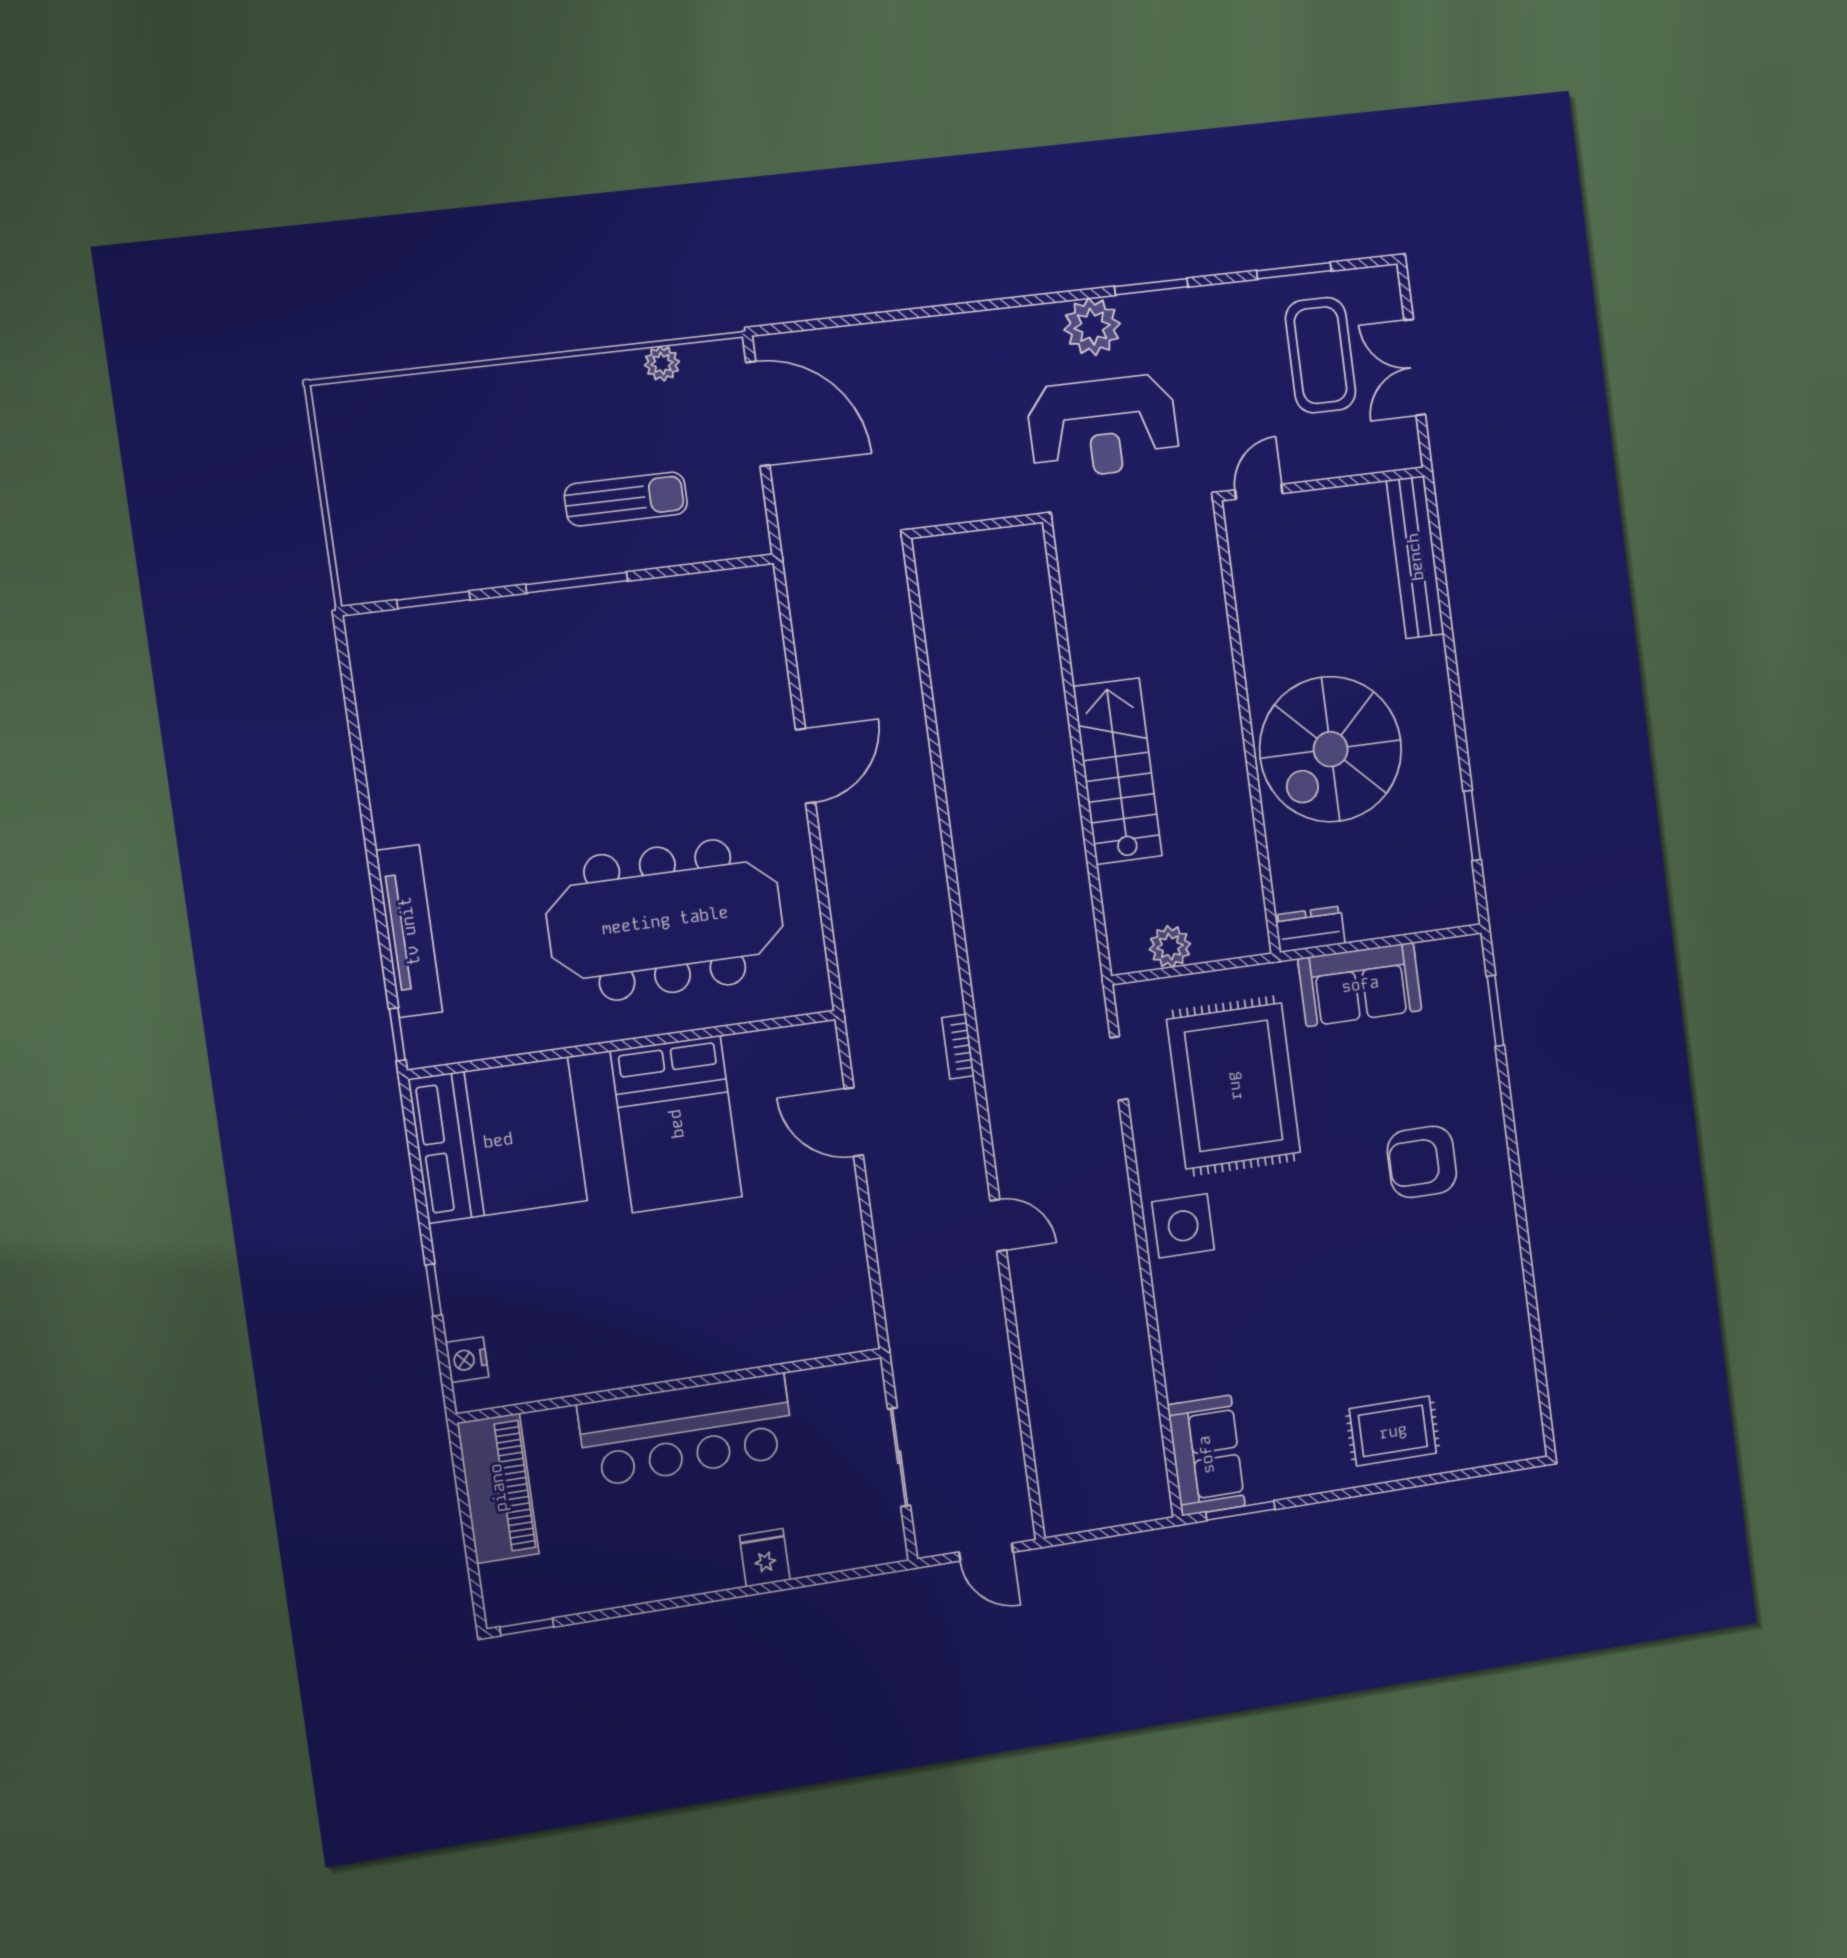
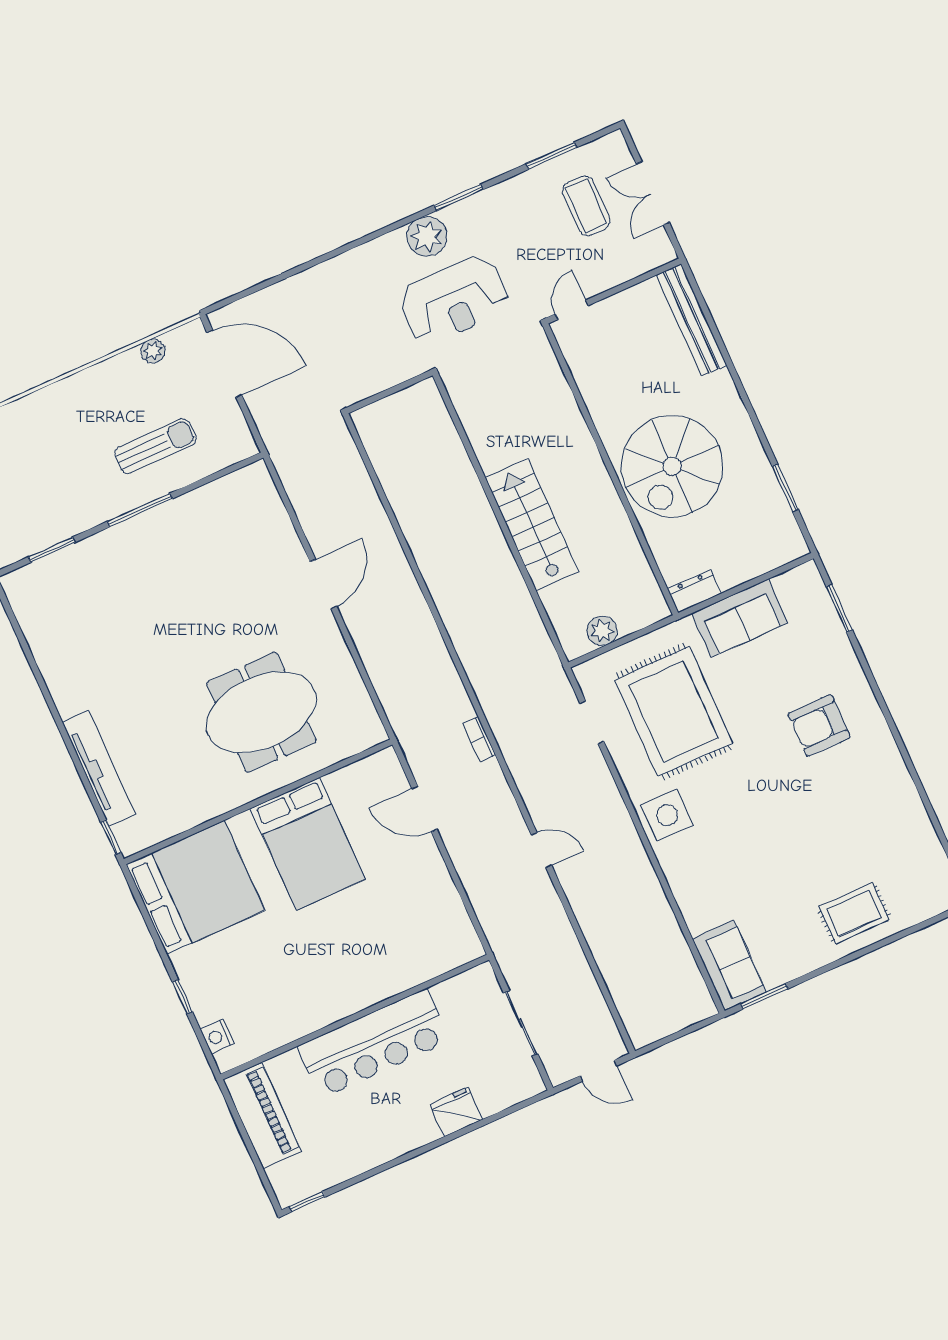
coffee table: (1321, 355) -> (586, 206), width x0.73, depth x0.76
meeting table: (665, 920) -> (261, 712), width x0.73
fridge: (765, 1558) -> (456, 1112), width x1.38

